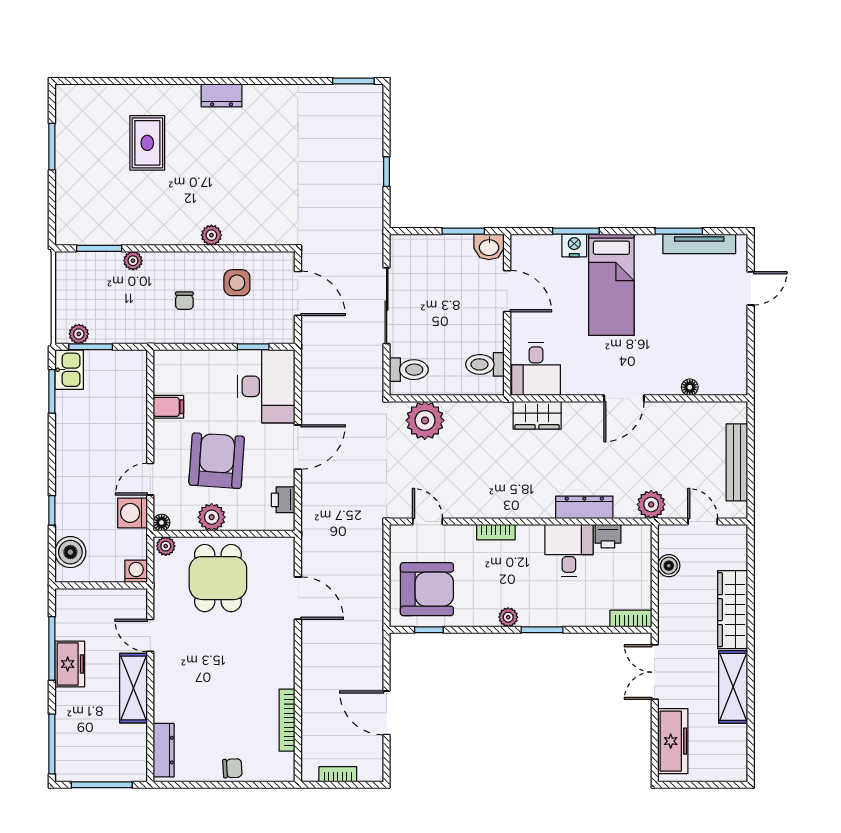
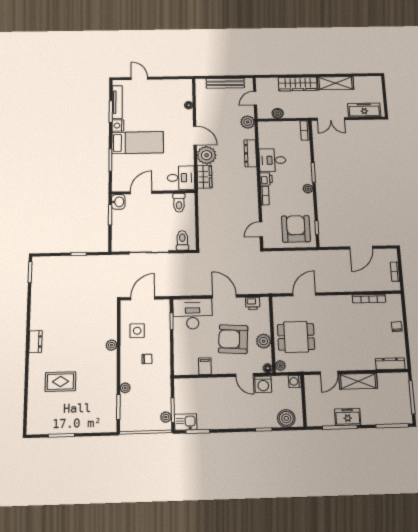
nightstand: (574, 245) -> (118, 126), moved
plant: (425, 420) -> (207, 155), moved
printer: (608, 536) -> (266, 179), moved

